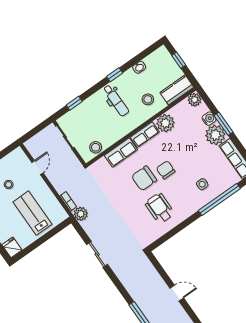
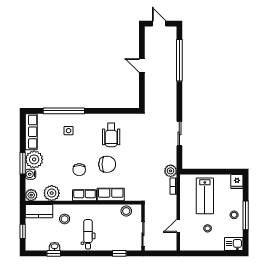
window: (115, 75) -> (54, 253), moved
plant: (165, 123) -> (52, 193), moved
chair: (166, 170) -> (79, 170), moved

